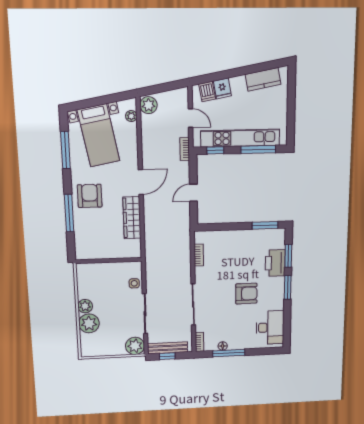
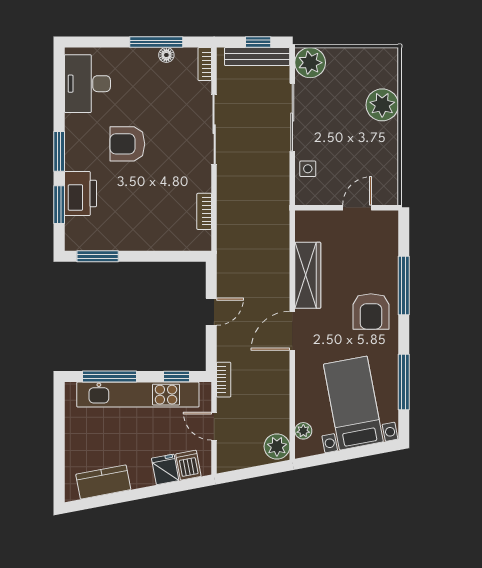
door: (102, 261) -> (357, 208), added
plant: (85, 306) -> (387, 134), removed

